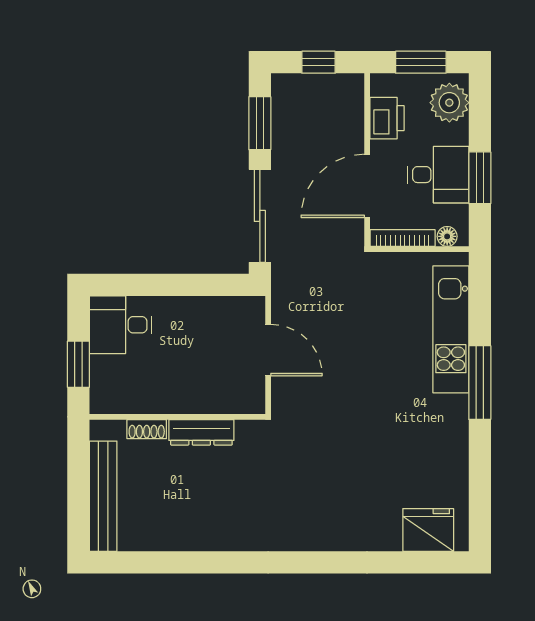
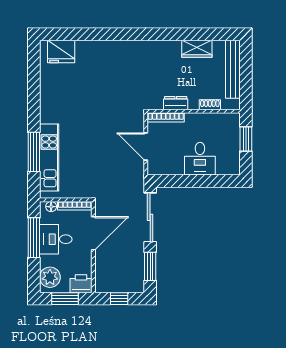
printer: (387, 118) -> (81, 284), moved, turned 90
window: (480, 178) -> (34, 238), width x1.44
desk: (121, 325) -> (200, 159), moved, turned 90
window: (480, 383) -> (34, 152), moved
bookcase: (230, 405) -> (166, 117), added
dresser: (201, 432) -> (176, 103), width x0.70
wardrobe: (171, 535) -> (197, 49), added

